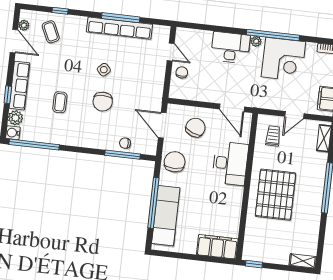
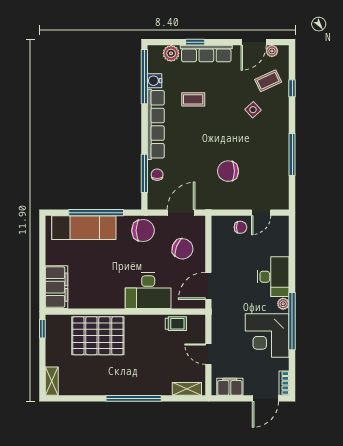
row of seats: (119, 28) -> (156, 124), moved, turned 180
side table: (104, 70) -> (253, 110), moved
chair: (103, 102) -> (228, 171), moved
water cooler: (13, 133) -> (155, 81), moved, turned -90
trolley: (273, 136) -> (176, 324), moved
pallet: (276, 195) -> (98, 336), moved

